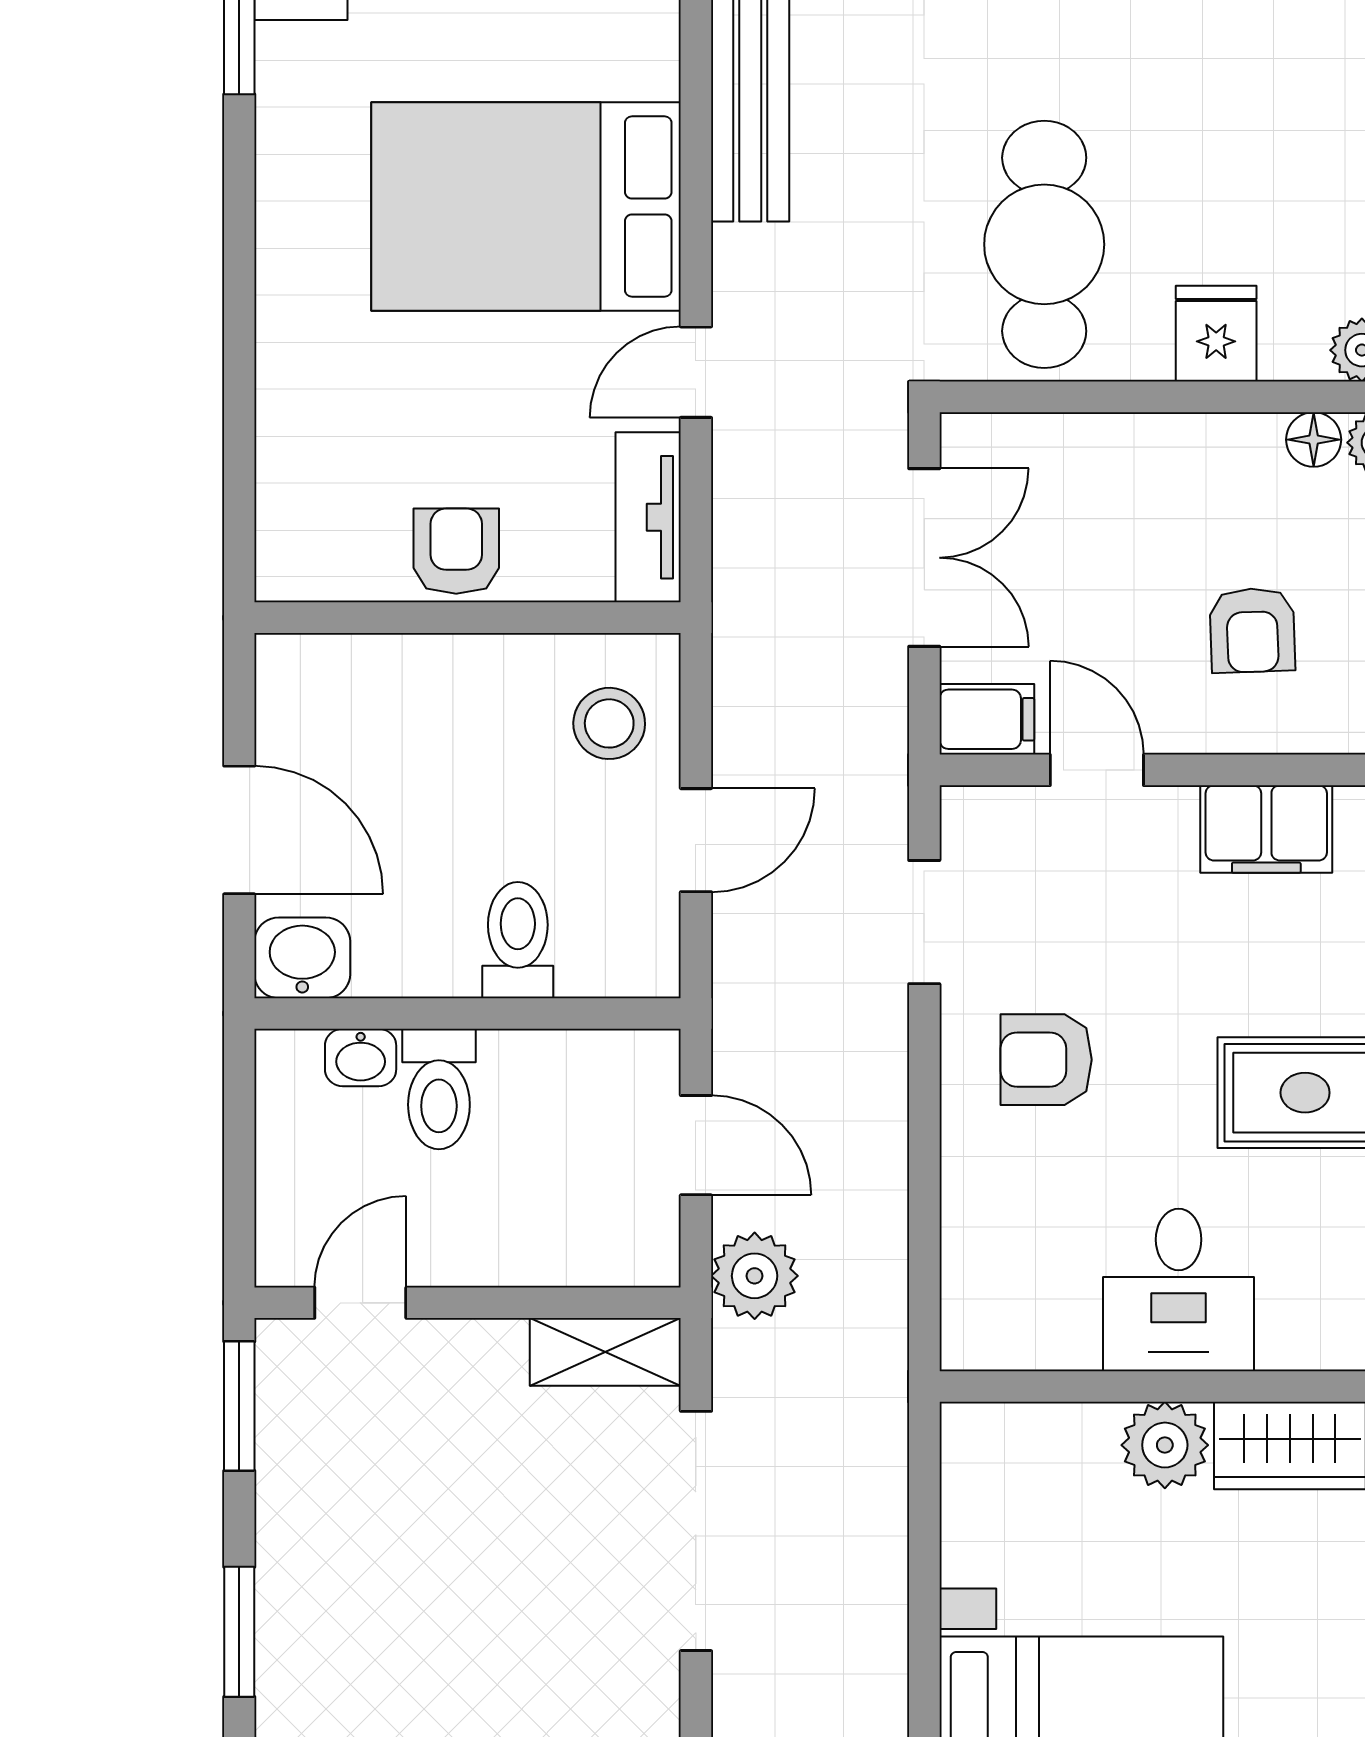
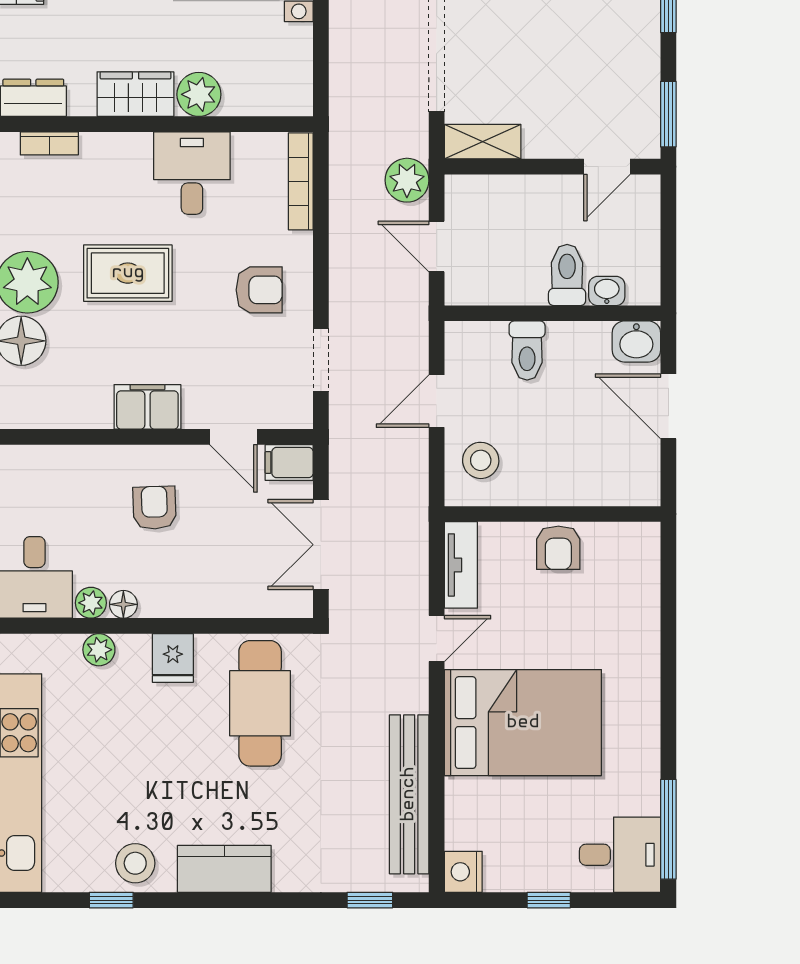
bookcase: (964, 1274) -> (301, 181), added

